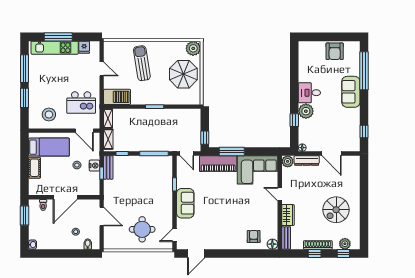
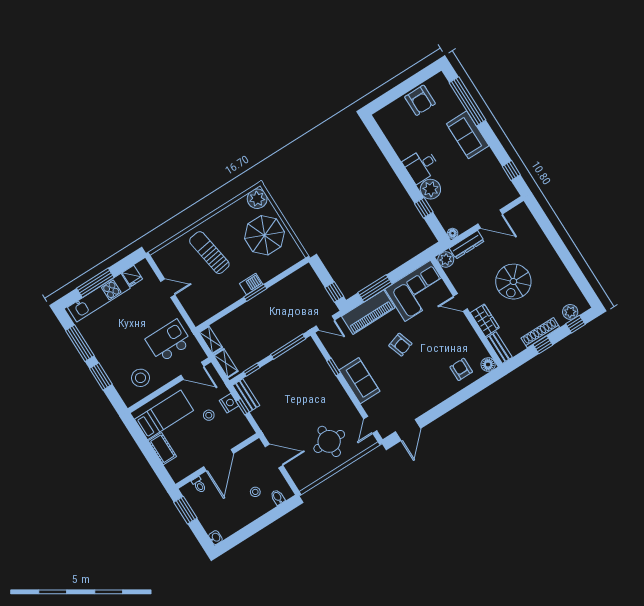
barbecue: (117, 97) -> (251, 284), moved, width x0.53, depth x0.65
kitchen island: (81, 103) -> (169, 341), turned 180
armchair: (225, 197) -> (400, 345), added
spiral stairs: (336, 210) -> (513, 282), moved

